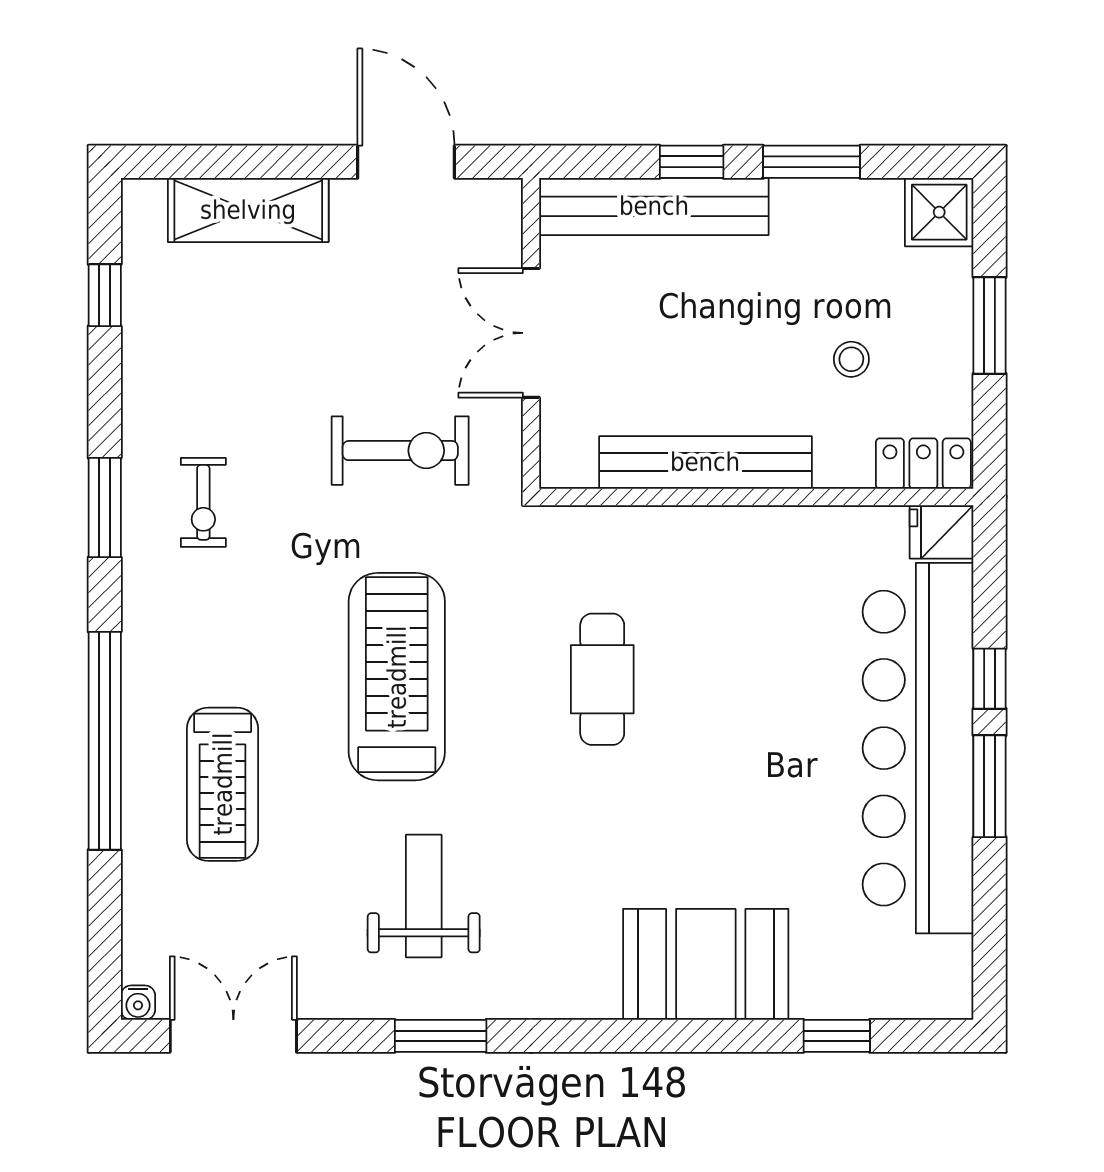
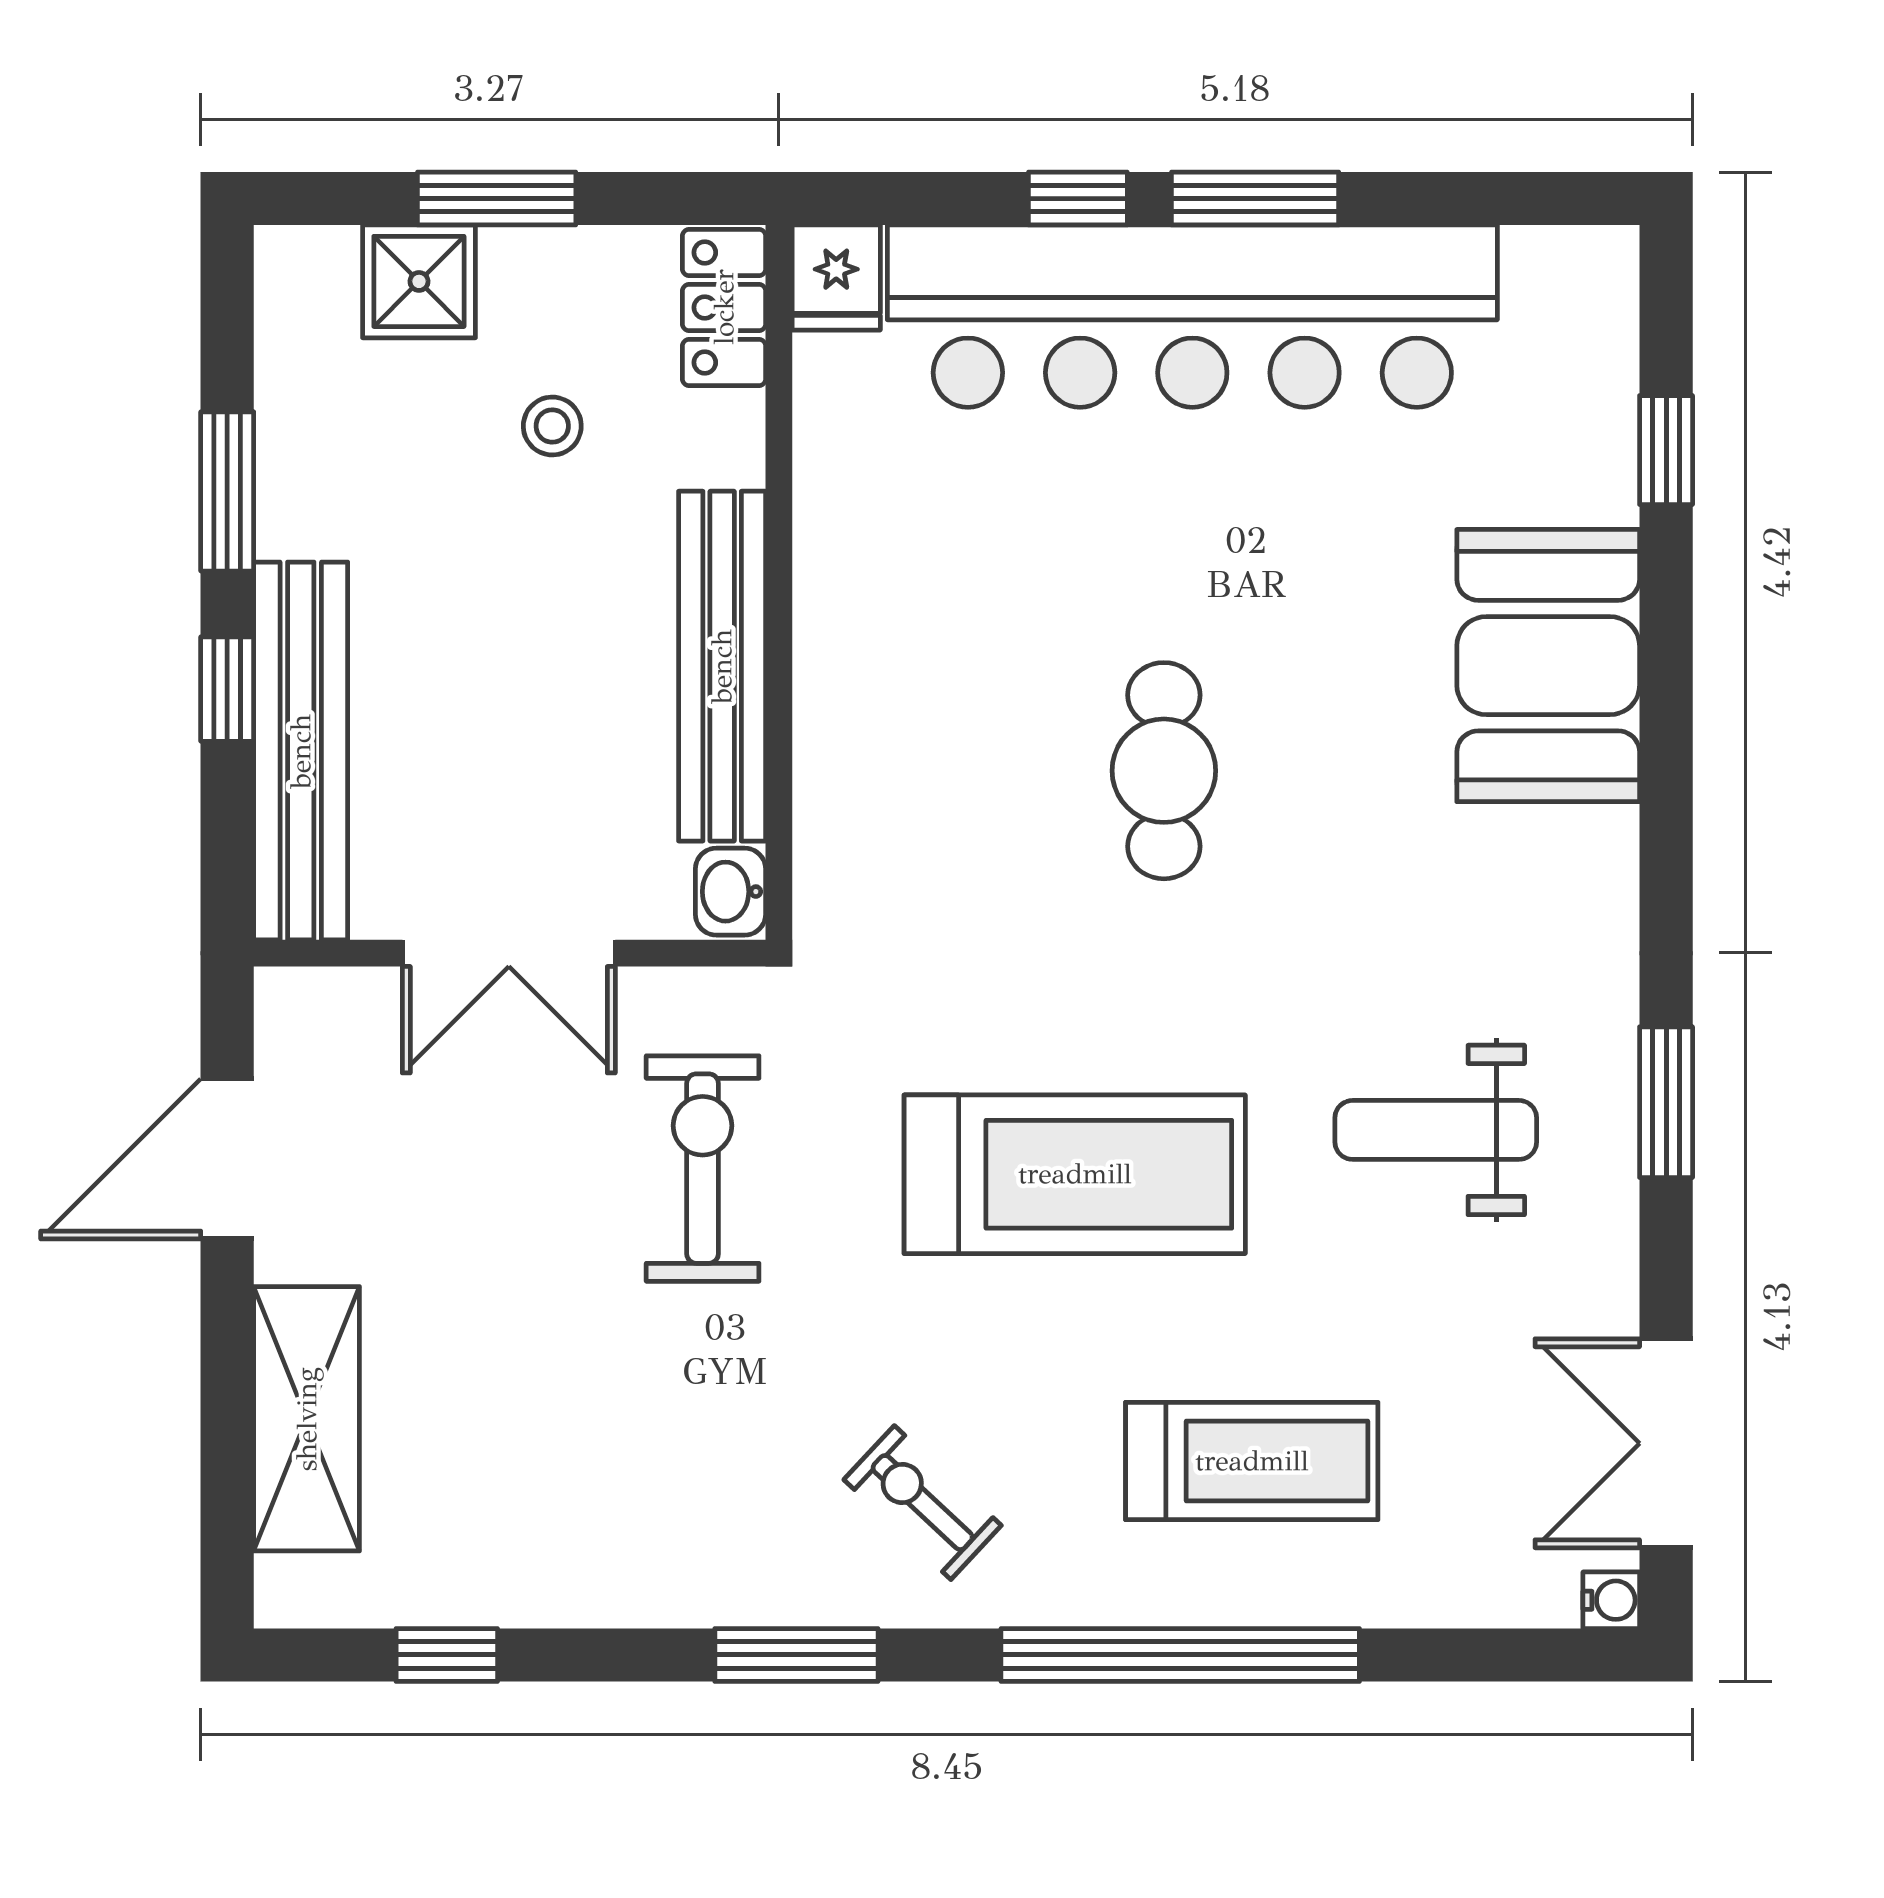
shower: (939, 212) -> (419, 281), moved
washbasin: (568, 468) -> (730, 892), added
exercise bike: (203, 502) -> (923, 1503), moved, turned -137
treadmill: (397, 677) -> (1075, 1174), turned 180
cafe table: (602, 679) -> (1164, 771), moved, turned 90

